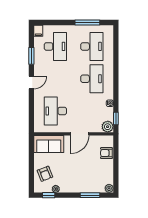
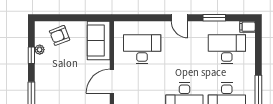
desk: (55, 46) -> (227, 49), turned 180
door: (80, 134) -> (112, 81), hinge flipped
window: (49, 195) -> (31, 55), moved

